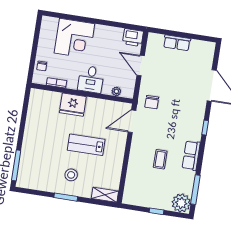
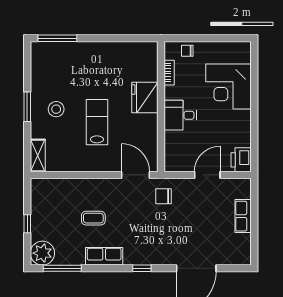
plant: (116, 91) -> (170, 150), removed

